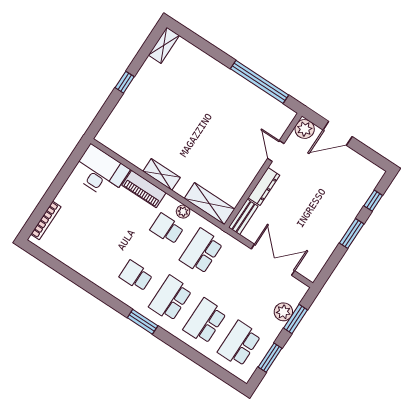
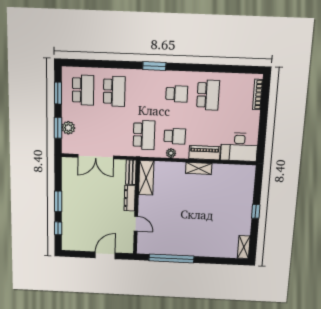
plant: (305, 129) -> (127, 247), removed
shelving: (210, 204) -> (146, 178), moved, turned 90
school desk: (170, 298) -> (208, 95), moved

